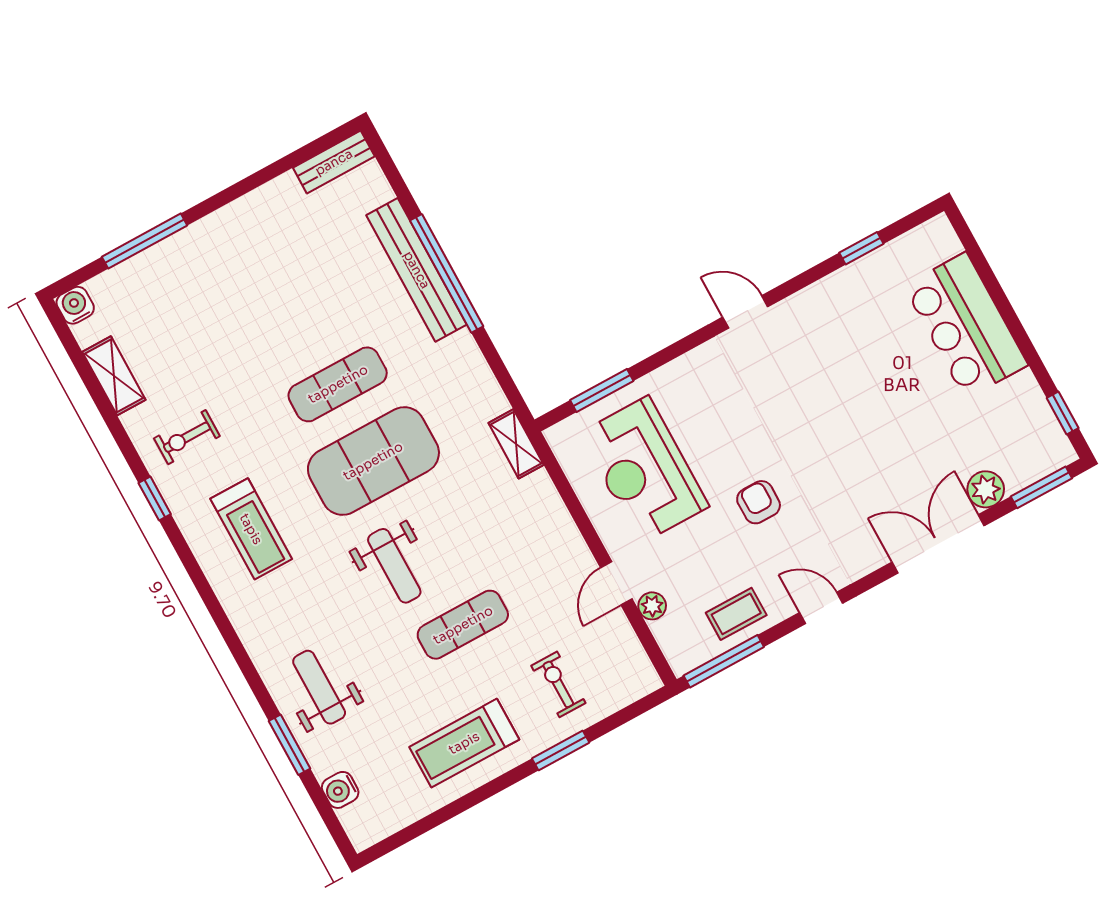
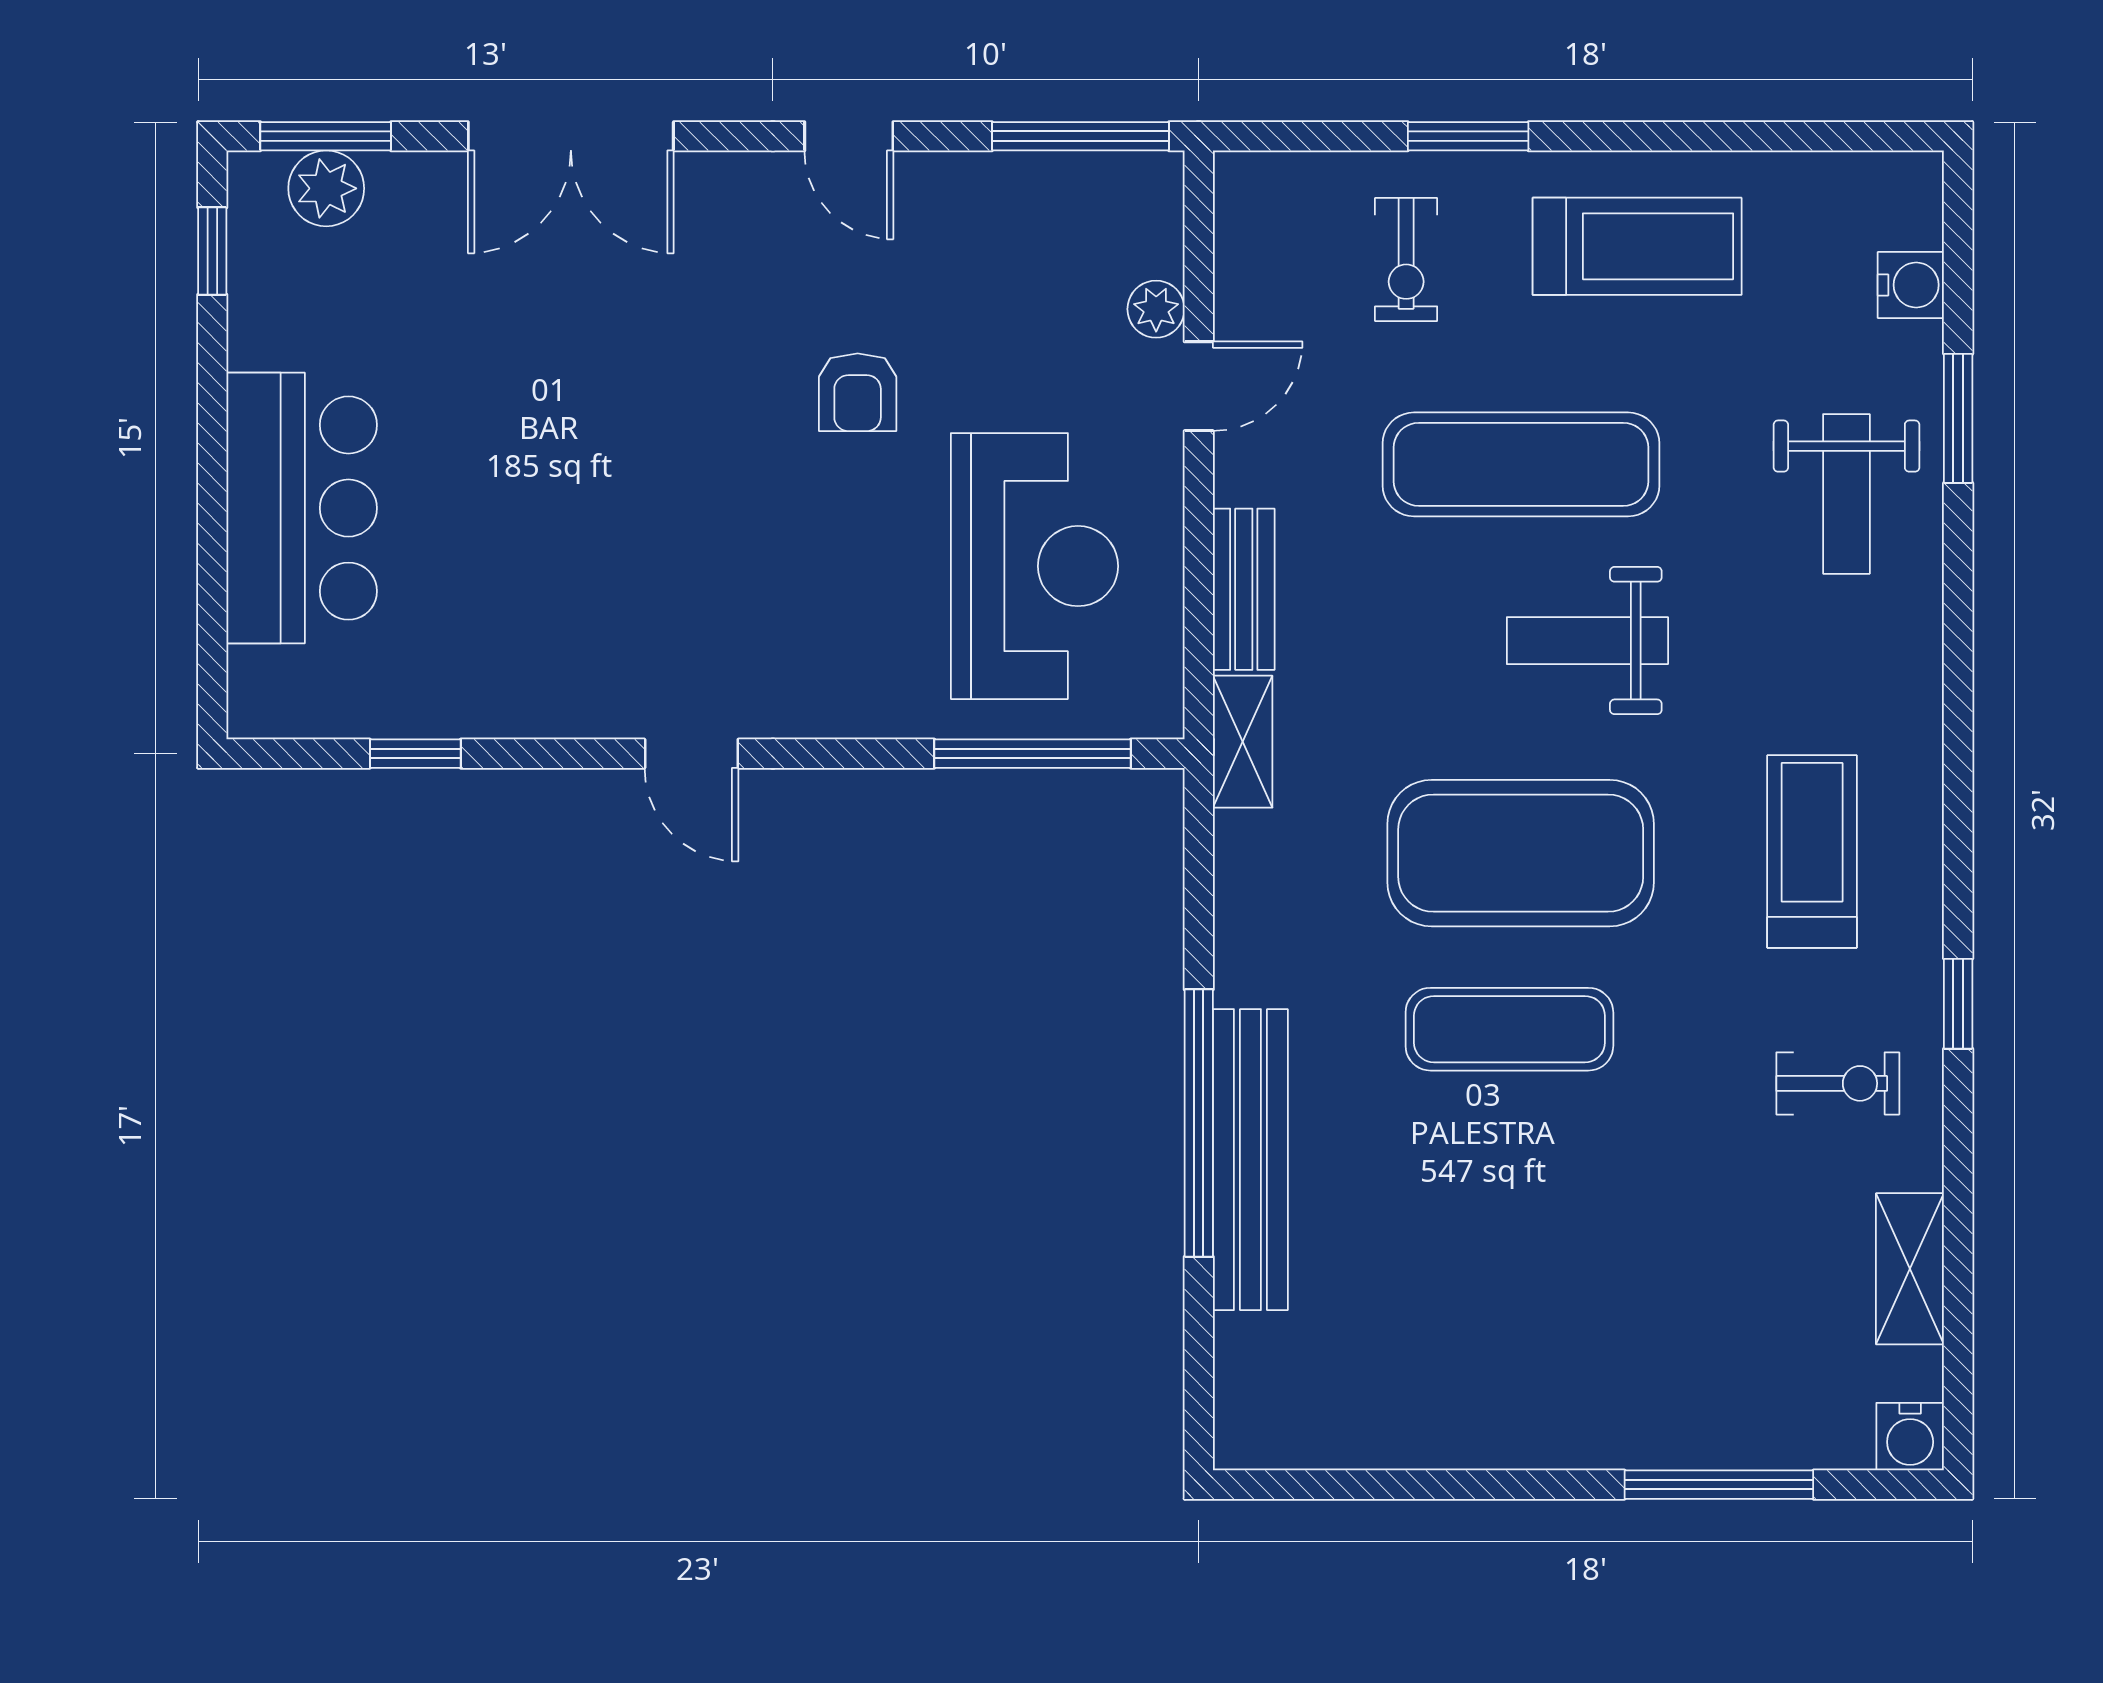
bench: (334, 162) -> (1244, 589), moved, turned 90
window: (602, 390) -> (1032, 754), width x1.44
plant: (986, 489) -> (326, 188), moved
weight bench: (394, 566) -> (1587, 641), turned -90
coffee table: (736, 614) -> (1010, 210), removed
exercise mat: (463, 625) -> (1521, 464), width x1.36, depth x1.45

